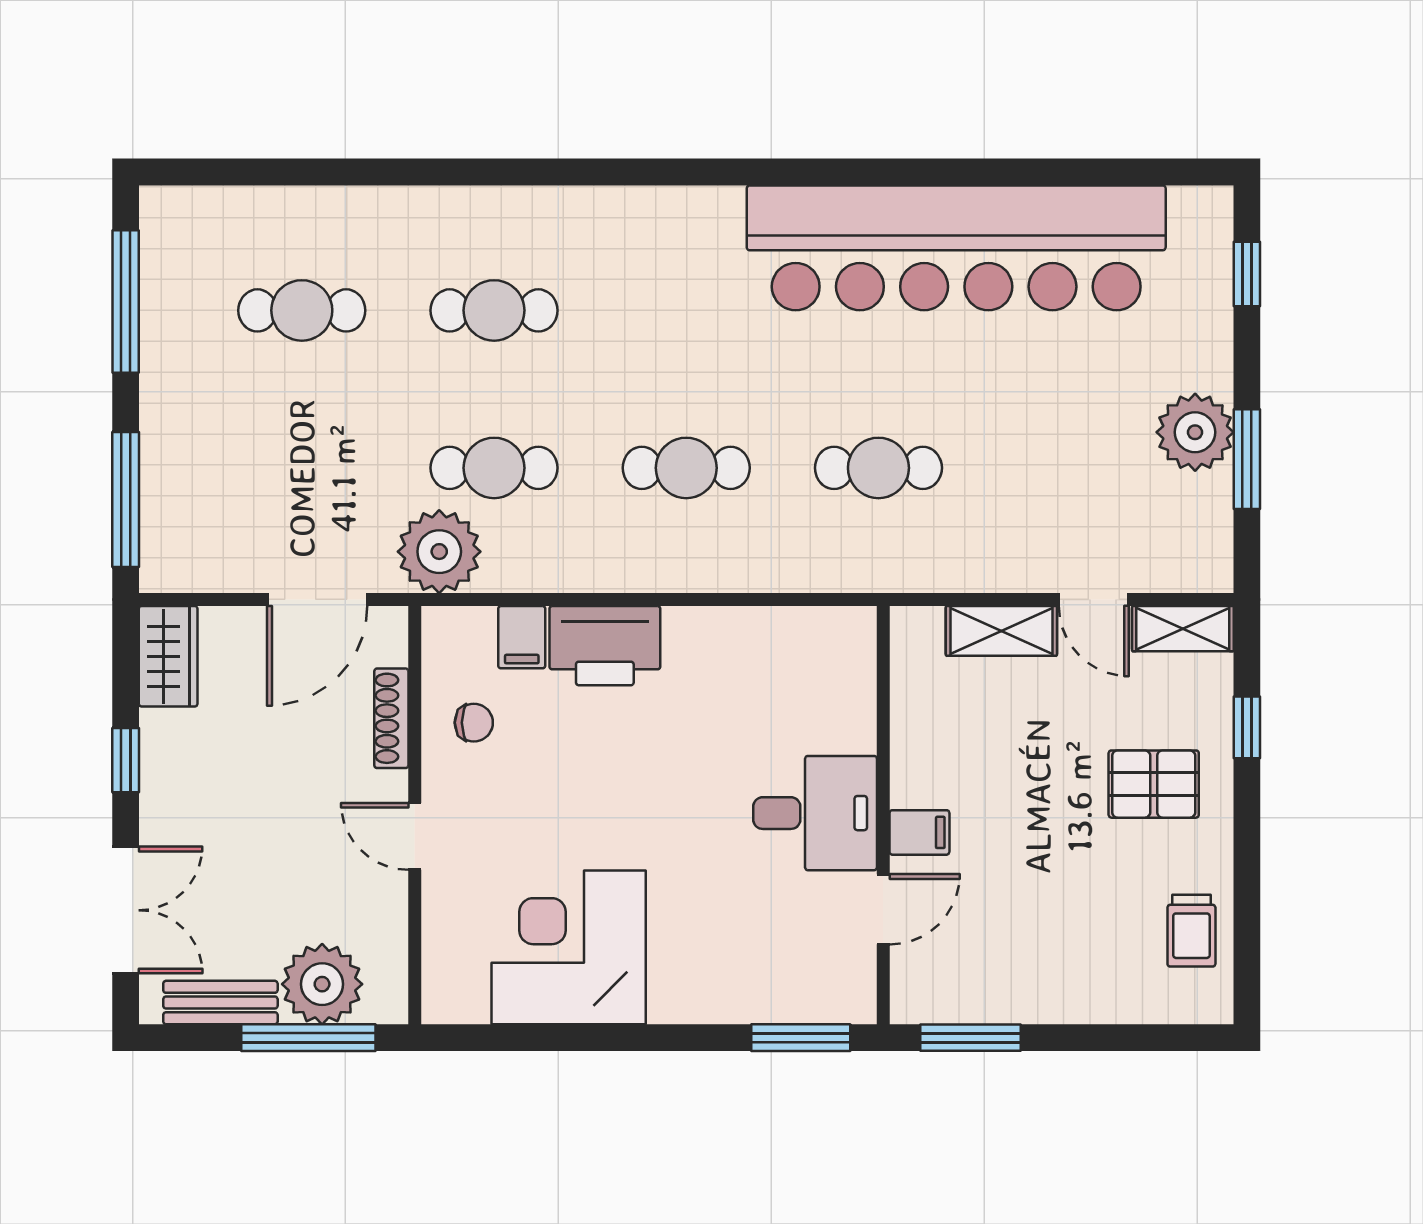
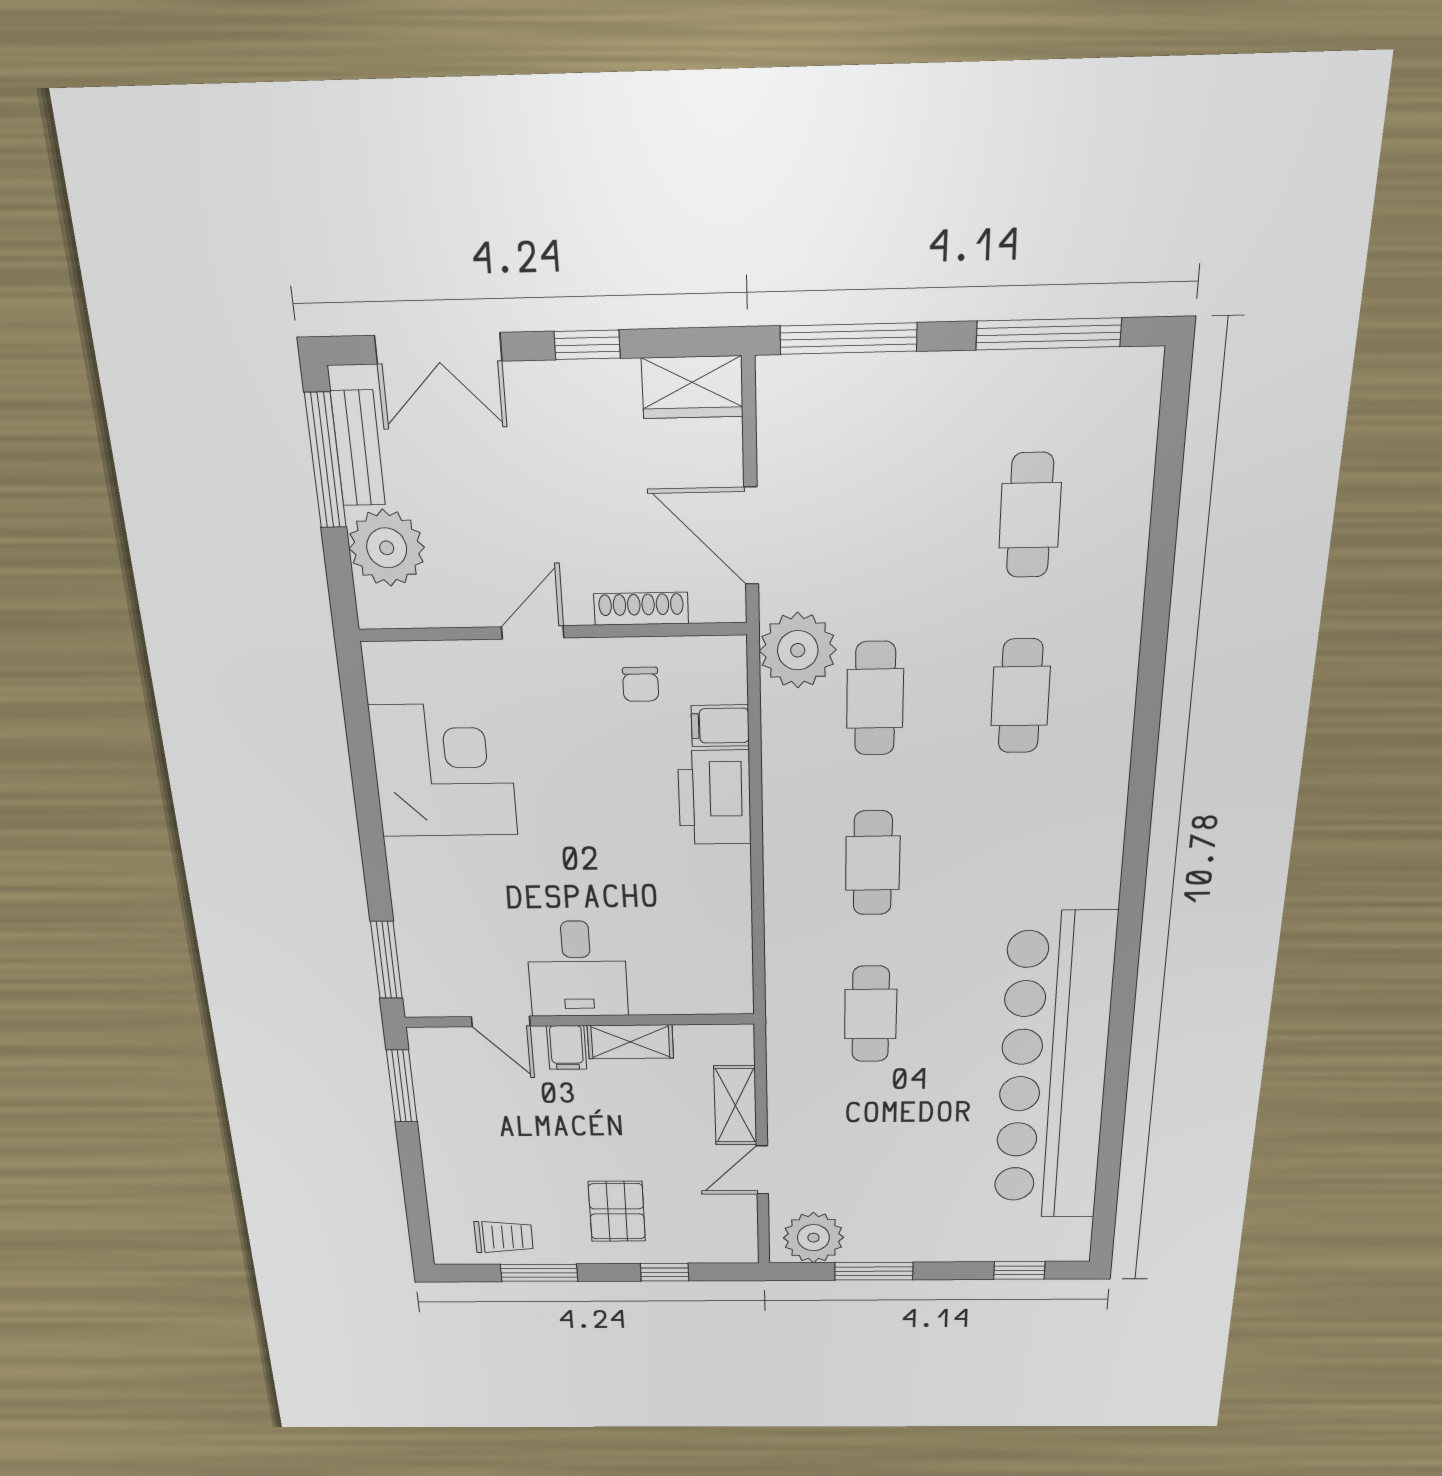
plant: (1195, 432) -> (813, 1238), moved
shelving: (1183, 629) -> (630, 1042), moved, turned 90
window: (1247, 889) -> (539, 1273), added
trolley: (1191, 931) -> (504, 1237), turned 180
window: (308, 1038) -> (326, 461), moved

